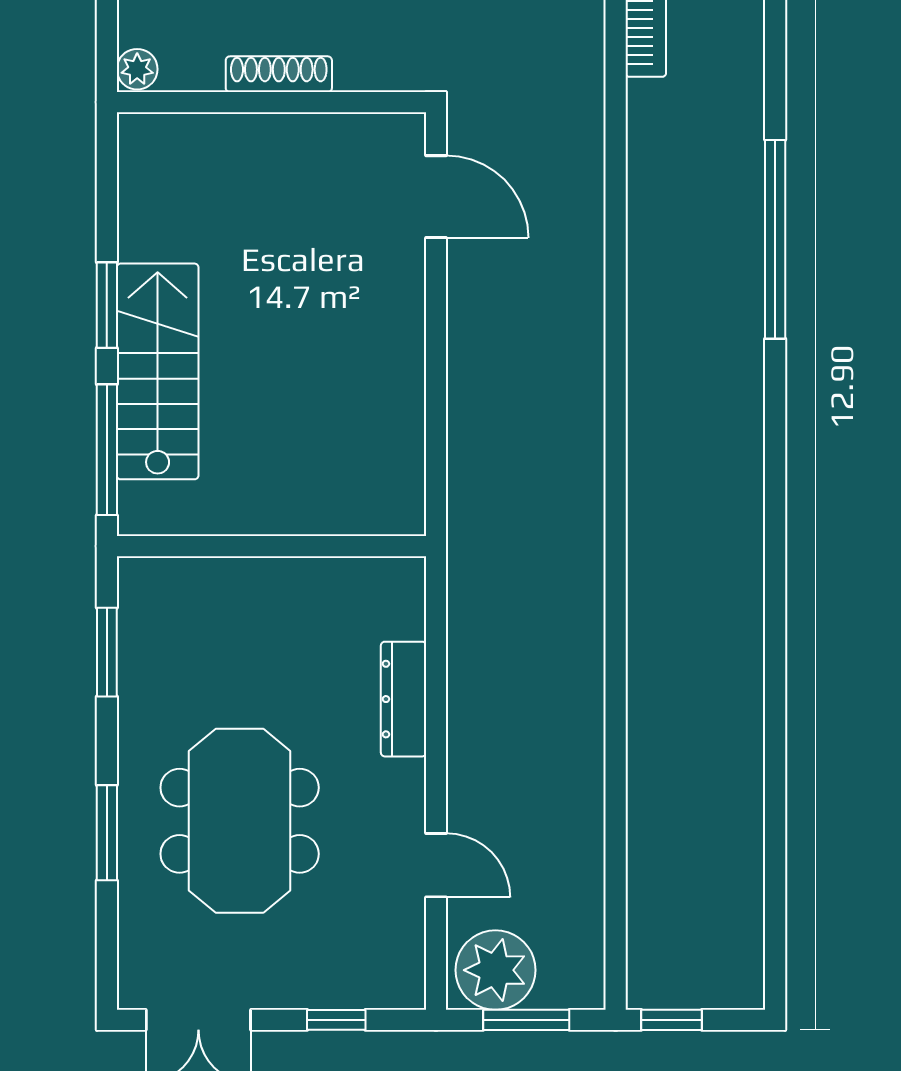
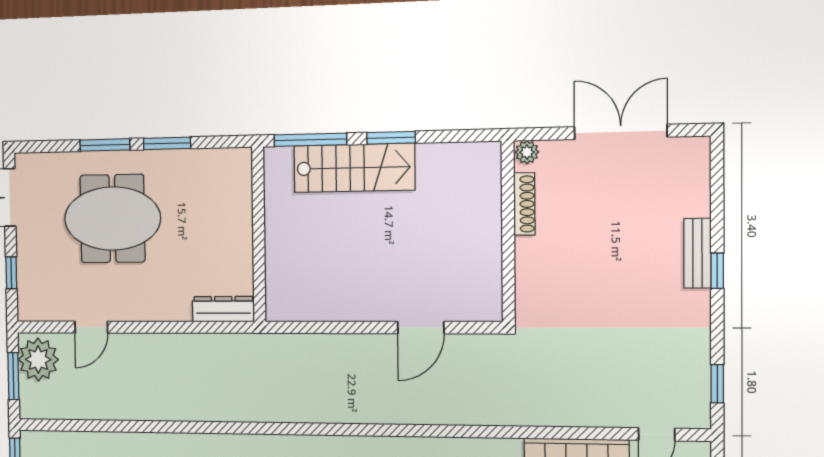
shoe rack: (279, 74) -> (524, 204), moved
door: (436, 197) -> (421, 328), moved
window: (107, 652) -> (167, 143), moved
dresser: (404, 699) -> (223, 309), moved

